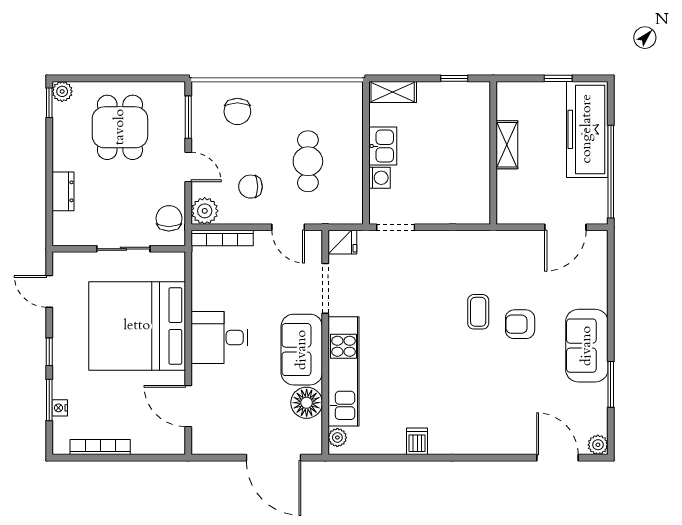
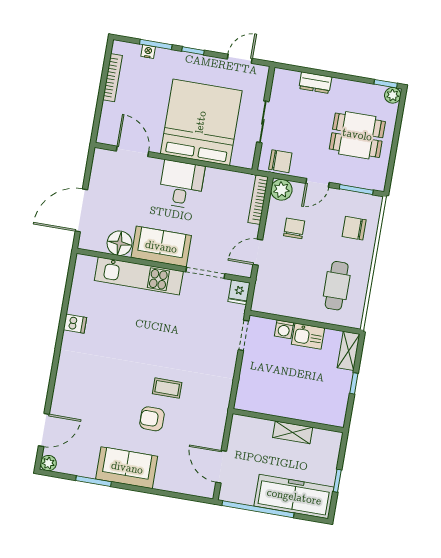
window: (454, 78) -> (354, 383), moved
cafe table: (308, 161) -> (337, 286), moved, turned 90
armchair: (520, 324) -> (152, 419), turned -90
door: (188, 406) -> (133, 151), hinge flipped
plant: (337, 437) -> (89, 262), removed

